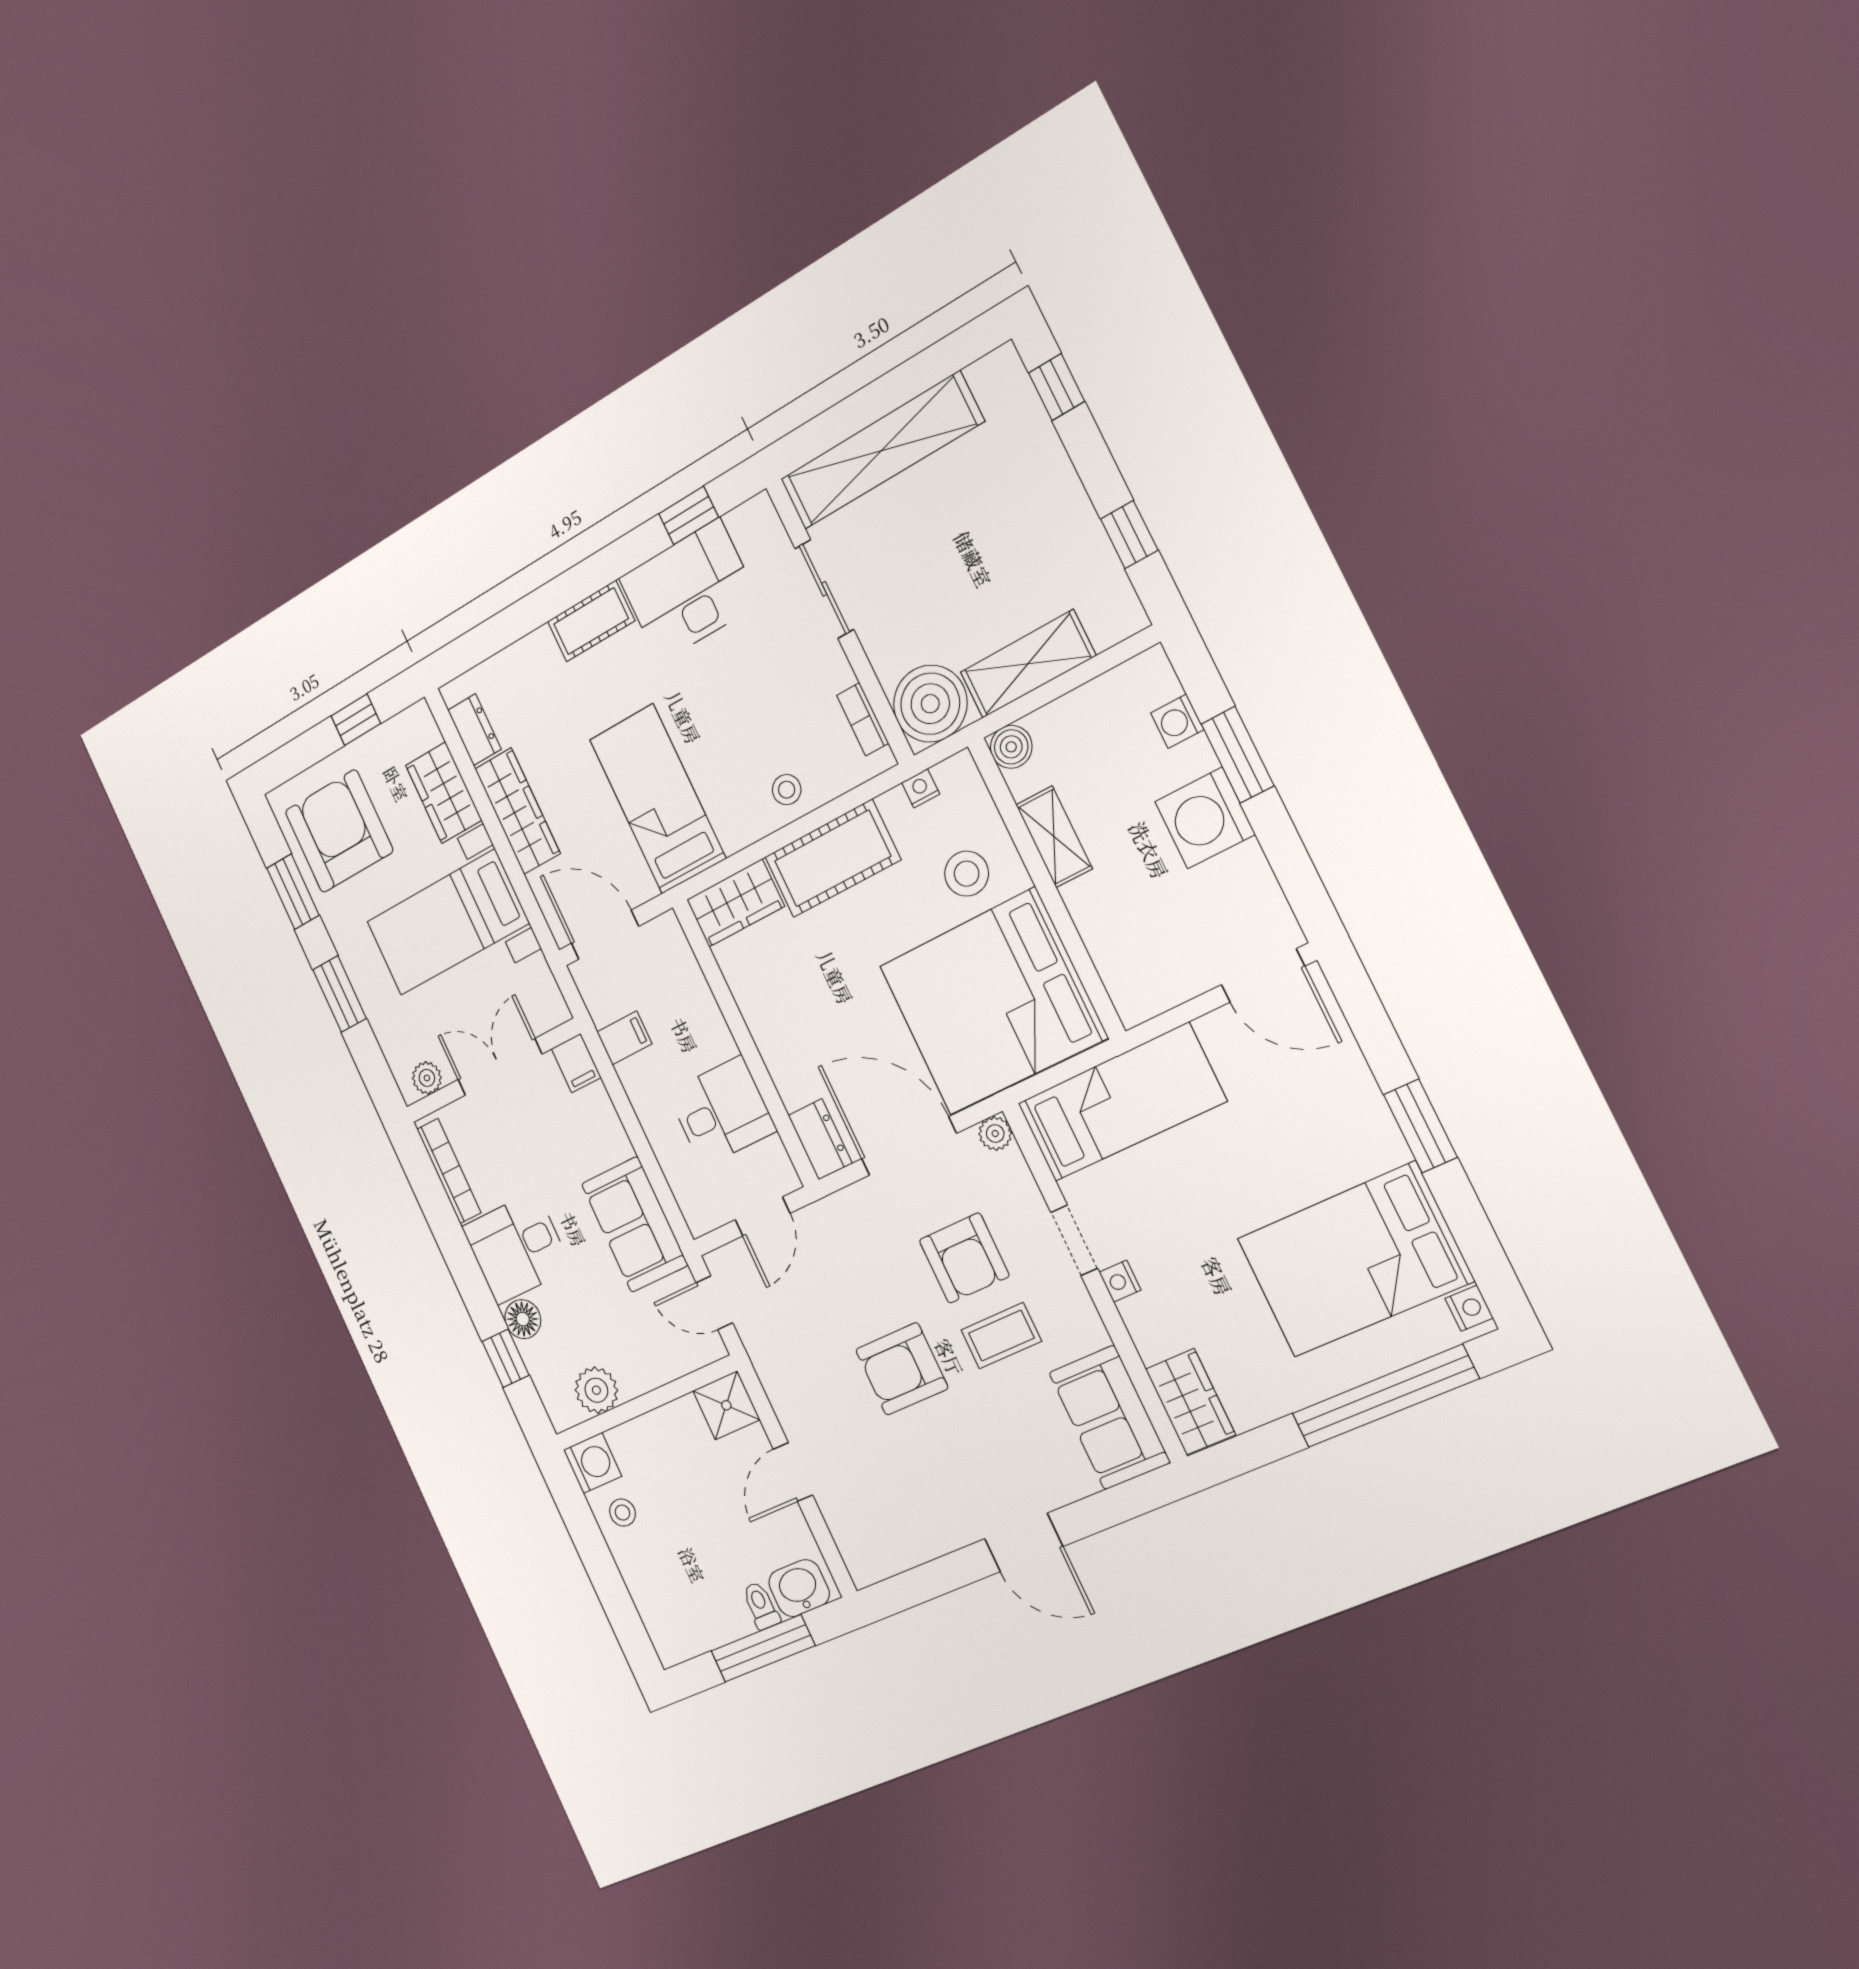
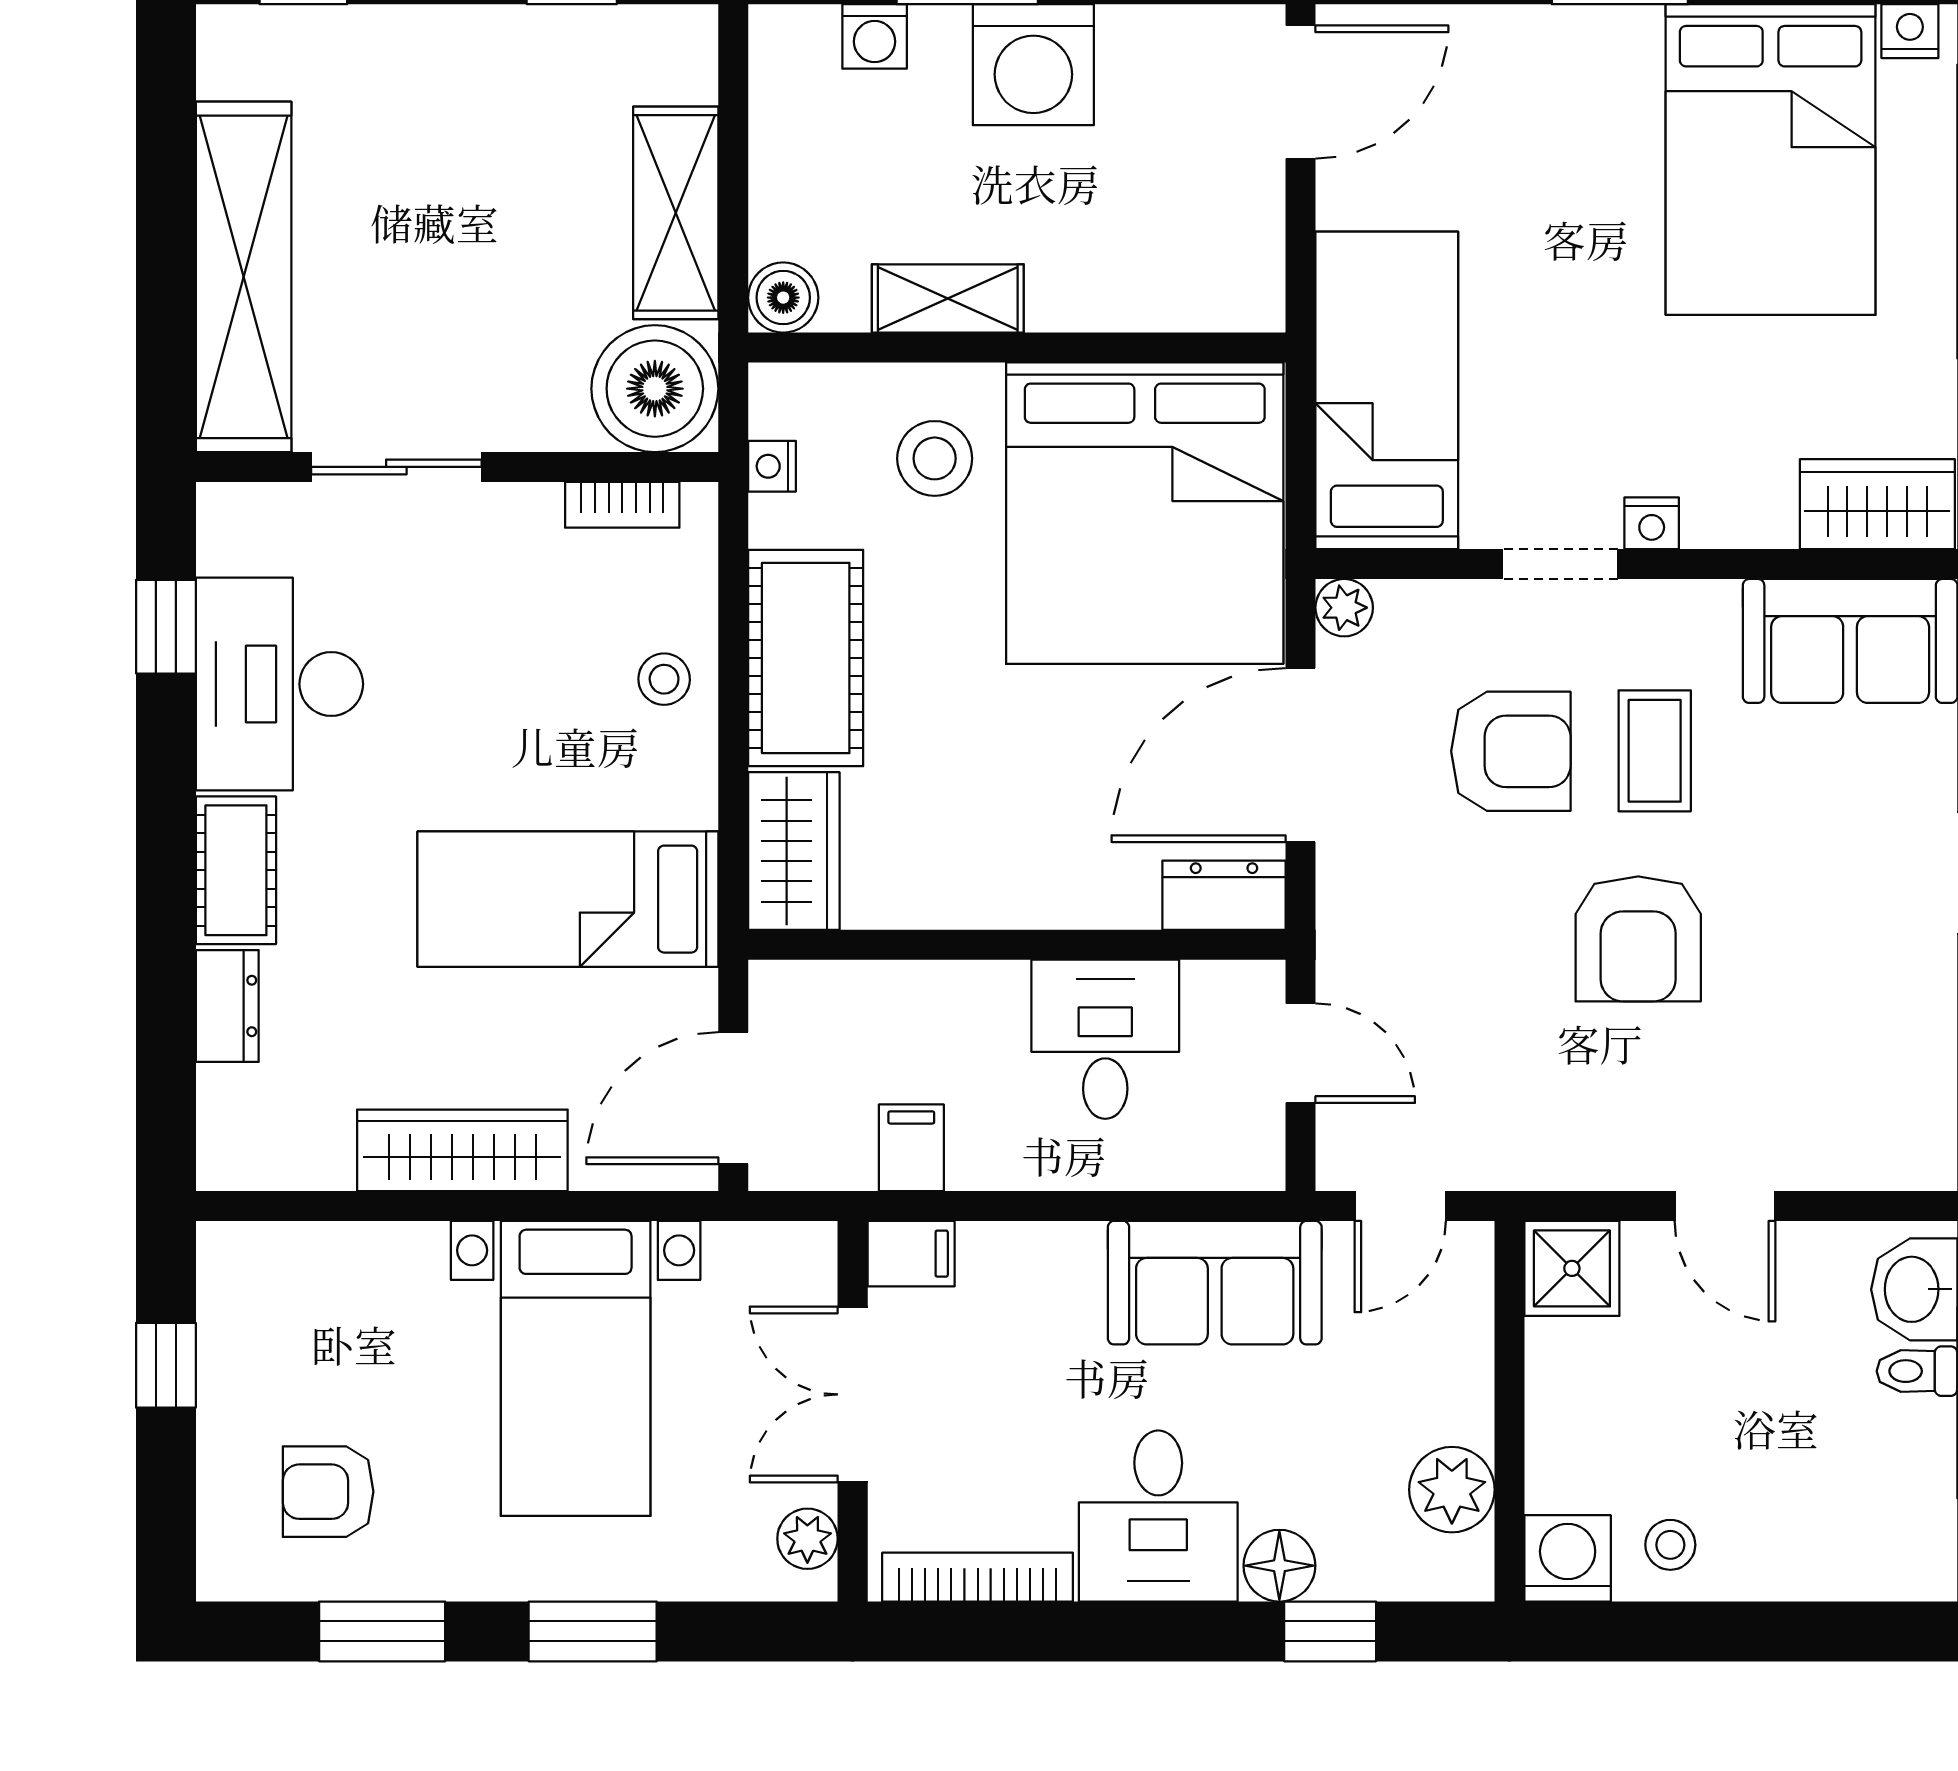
dresser: (474, 730) -> (227, 1006), moved, turned 90
wardrobe: (444, 793) -> (366, 1267), removed
armchair: (339, 831) -> (328, 1492), width x0.53, depth x0.53

